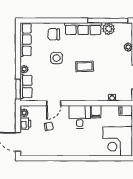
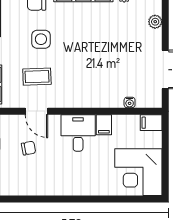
coffee table: (85, 66) -> (37, 77), moved
door: (54, 103) -> (36, 111), hinge flipped

